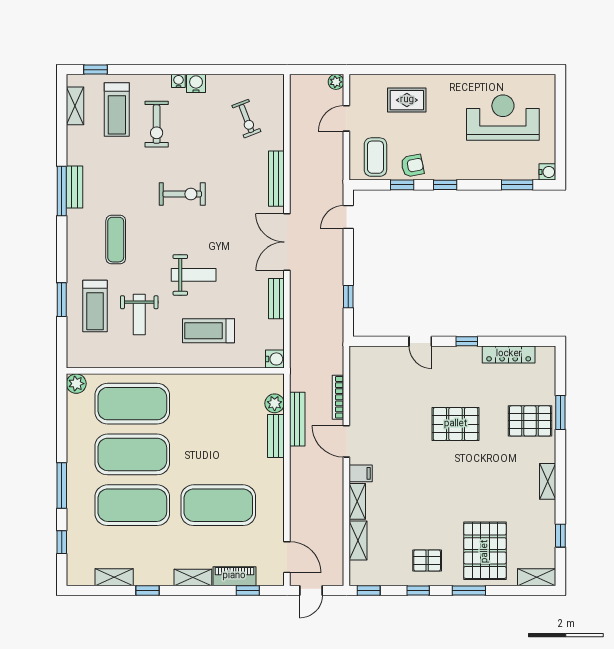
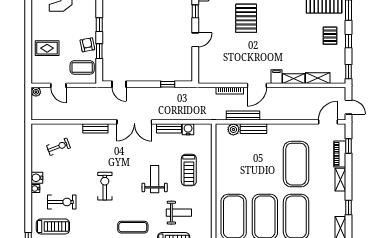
rug: (407, 100) -> (47, 48), turned 90
bench: (276, 179) -> (95, 128), width x0.73
water cooler: (275, 359) -> (188, 129), moved

